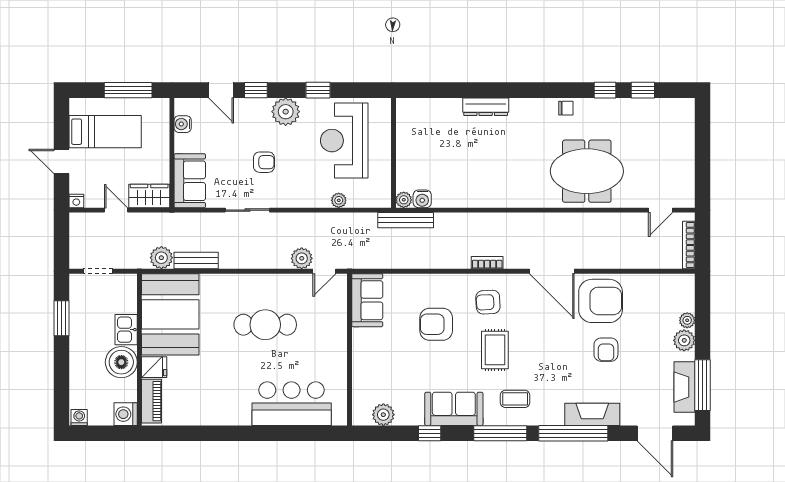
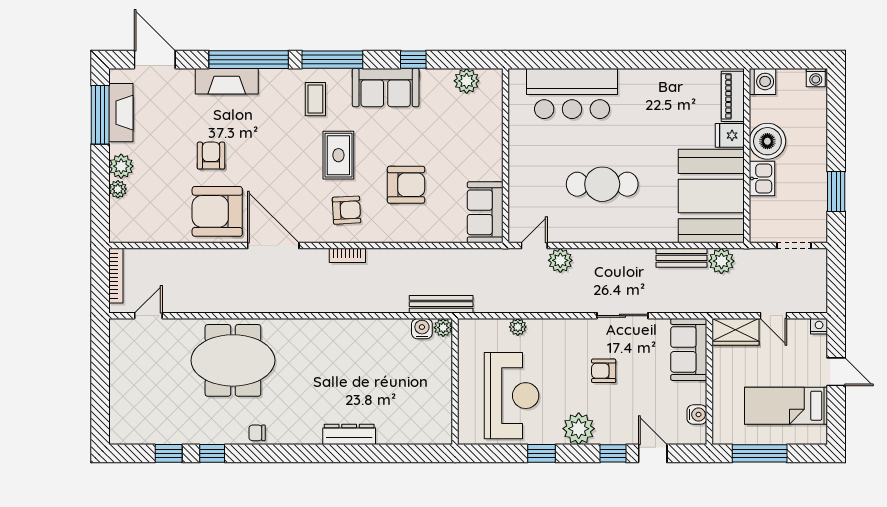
coffee table: (515, 399) -> (315, 99), turned 90

